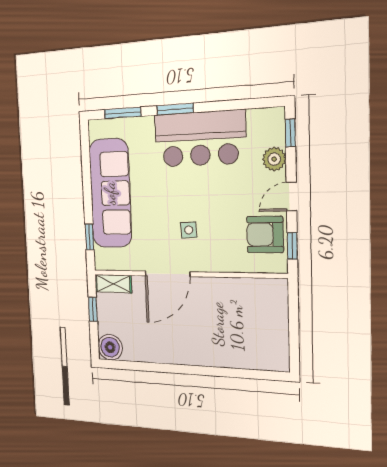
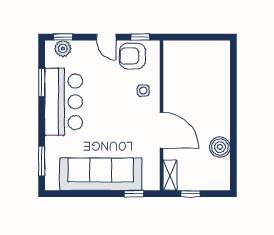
window: (175, 109) -> (42, 83), moved
plant: (274, 159) -> (63, 49), moved
side table: (189, 230) -> (143, 91), moved
armchair: (265, 234) -> (132, 56), turned 90
boiler: (110, 347) -> (220, 147), moved

